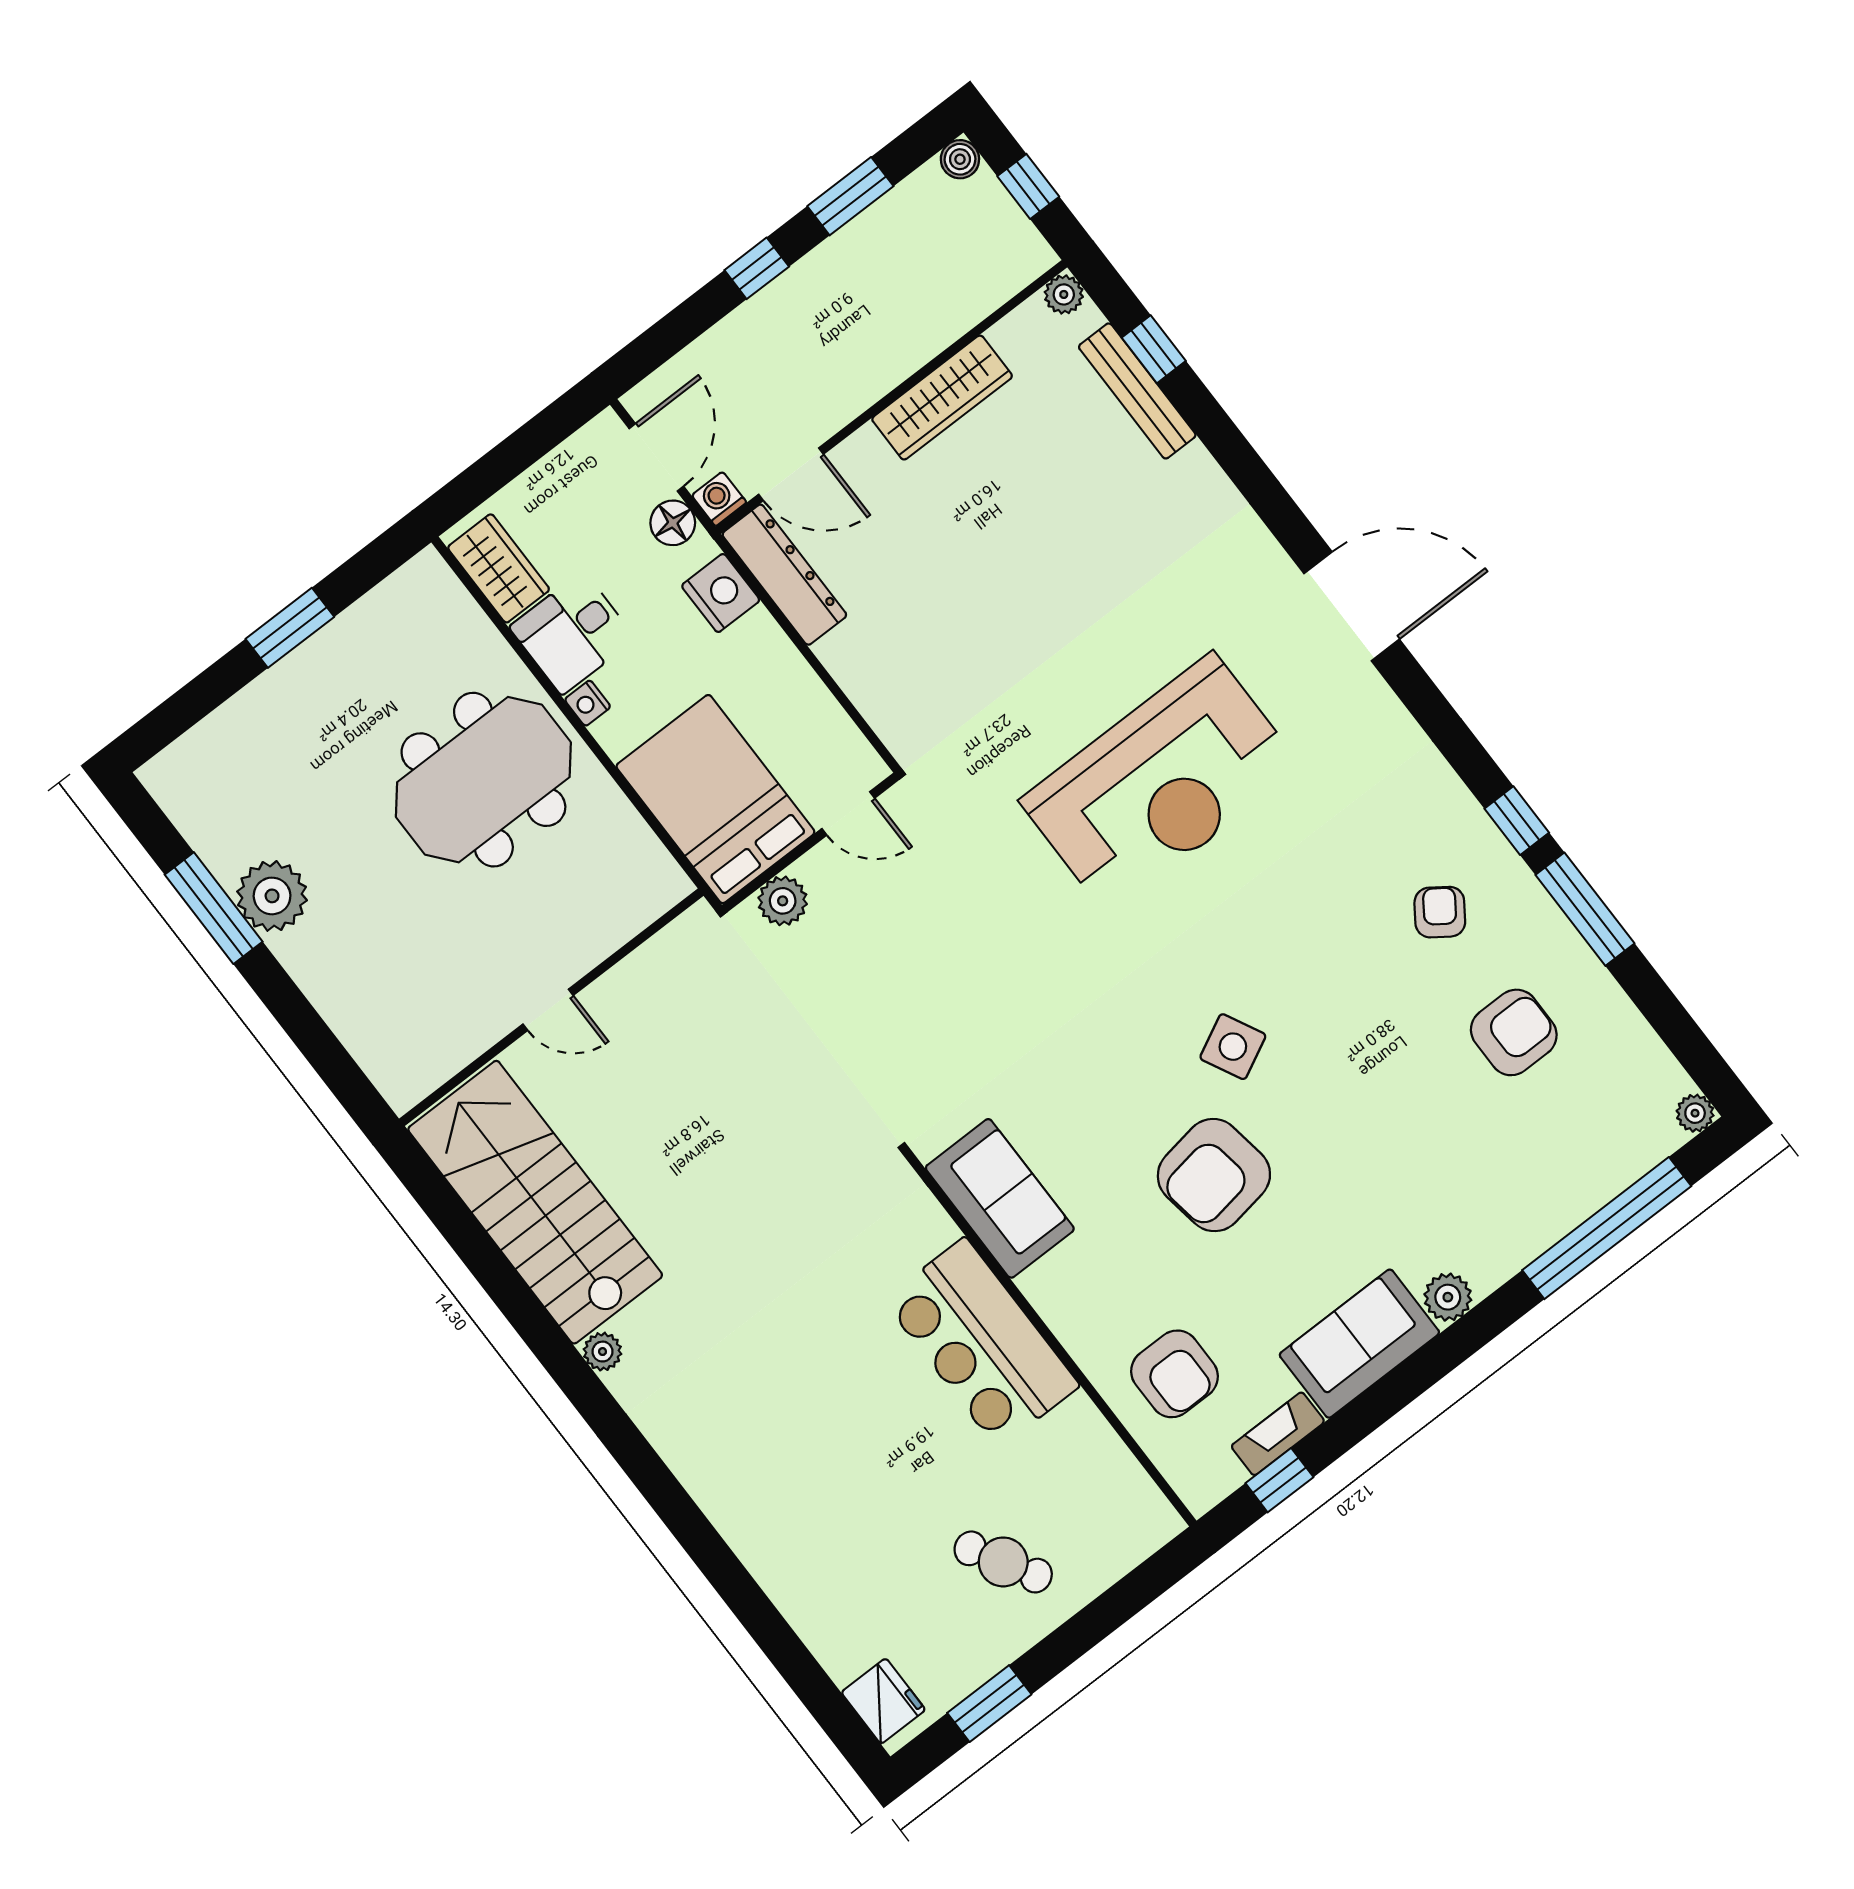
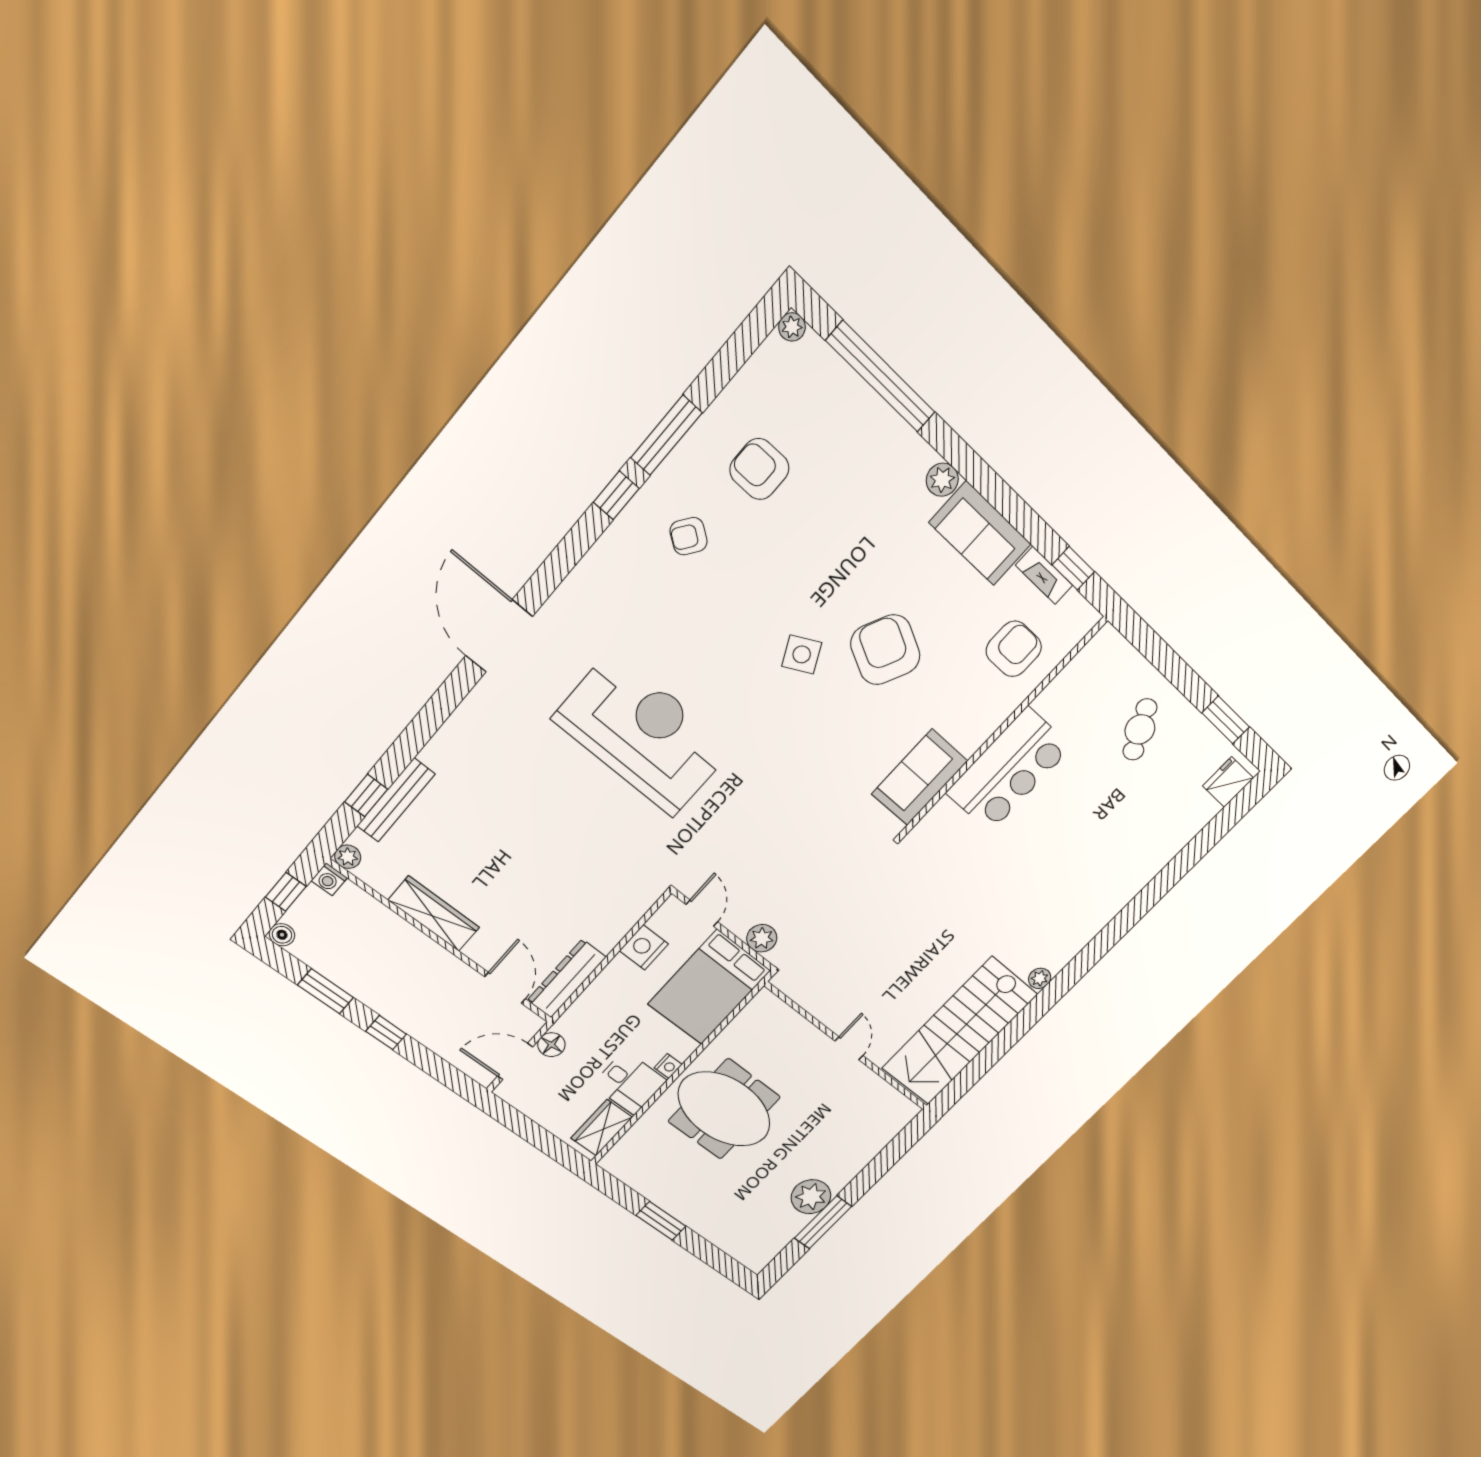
washing machine: (719, 499) -> (329, 879), moved
nightstand: (721, 593) -> (644, 947), moved
armchair: (1214, 1175) -> (885, 650), turned -145

